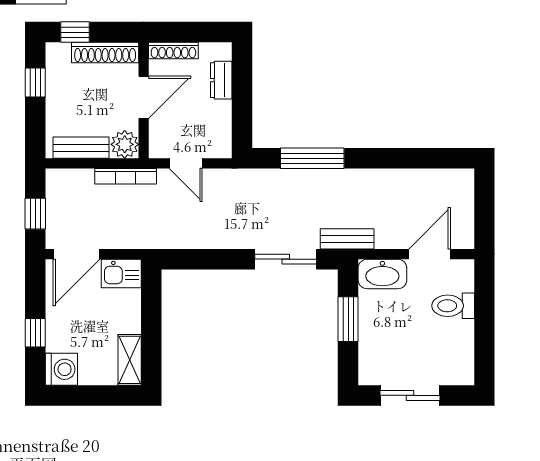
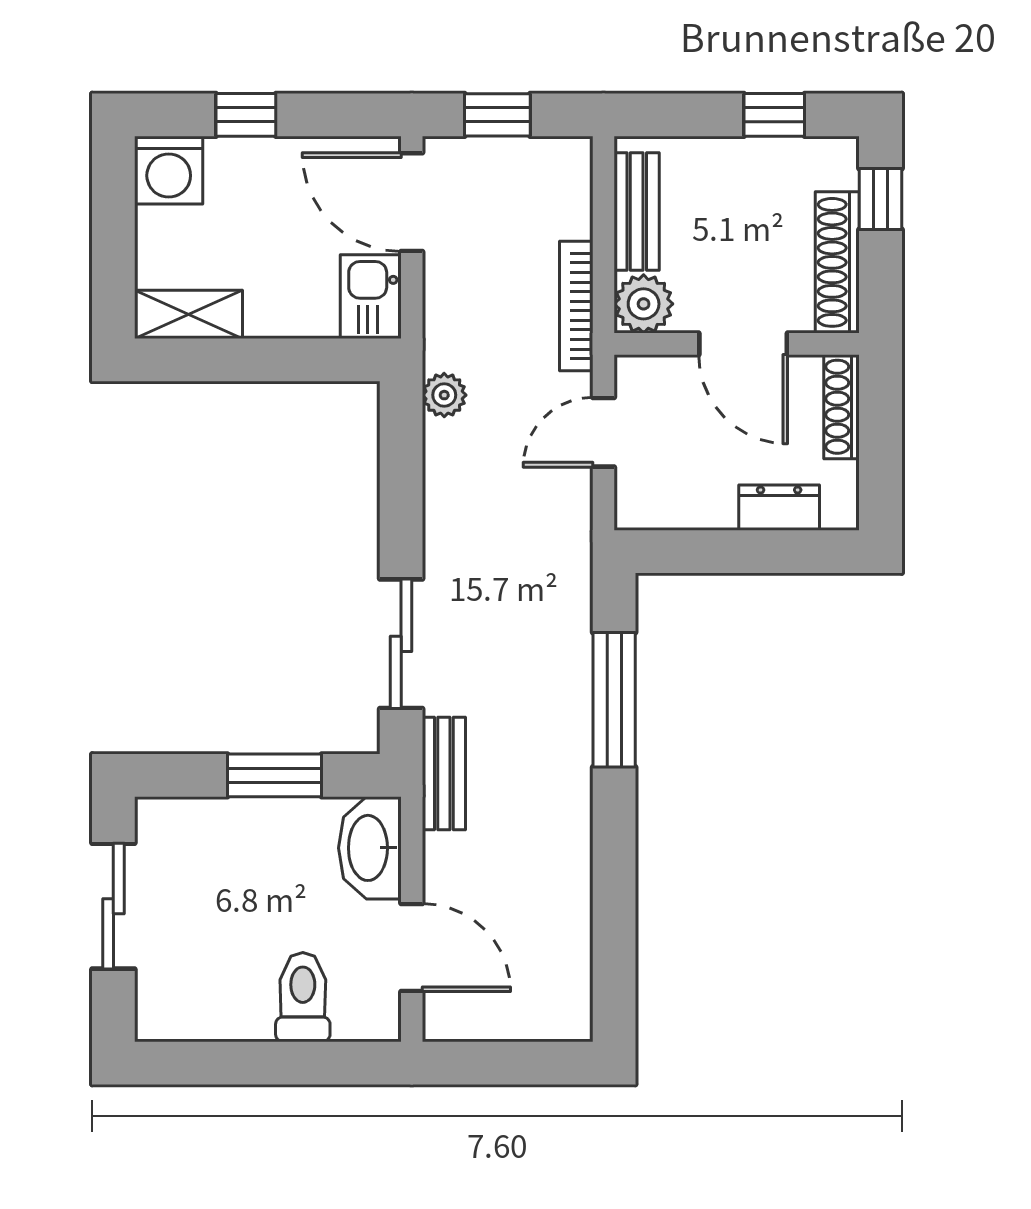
plant: (168, 239) -> (444, 395), added

